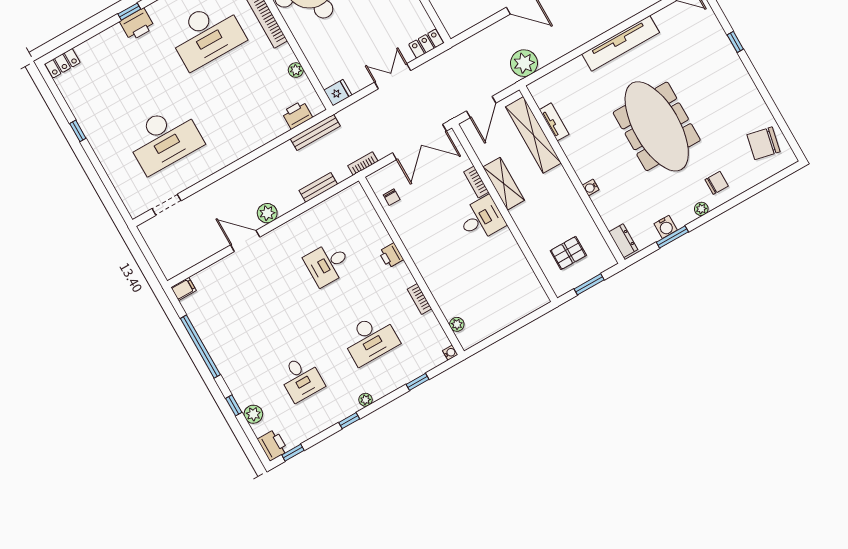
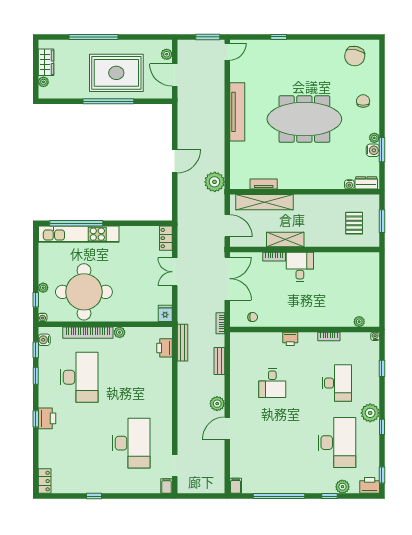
plant: (296, 70) -> (120, 332), moved
water cooler: (591, 188) -> (349, 184), moved
filing cabinet: (137, 209) -> (166, 486), added
plant: (701, 209) -> (374, 138), moved
desk: (301, 378) -> (337, 443), width x1.87, depth x1.30
plant: (365, 400) -> (370, 413), width x1.88, depth x1.88

